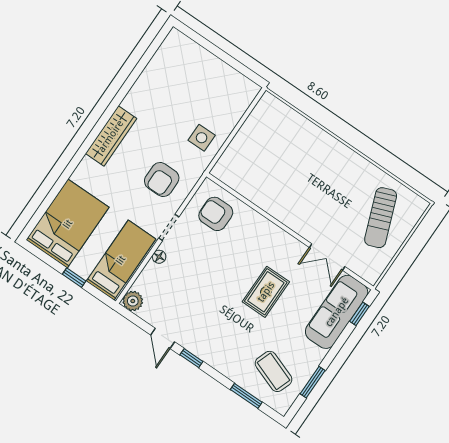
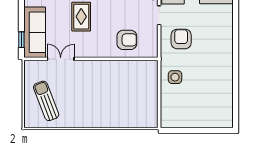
wardrobe: (111, 136) -> (226, 44), removed
armchair: (216, 214) -> (127, 40), moved

